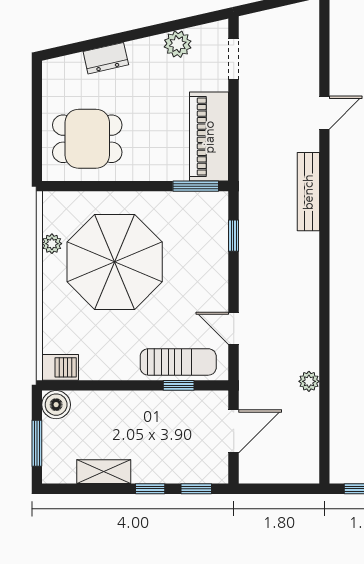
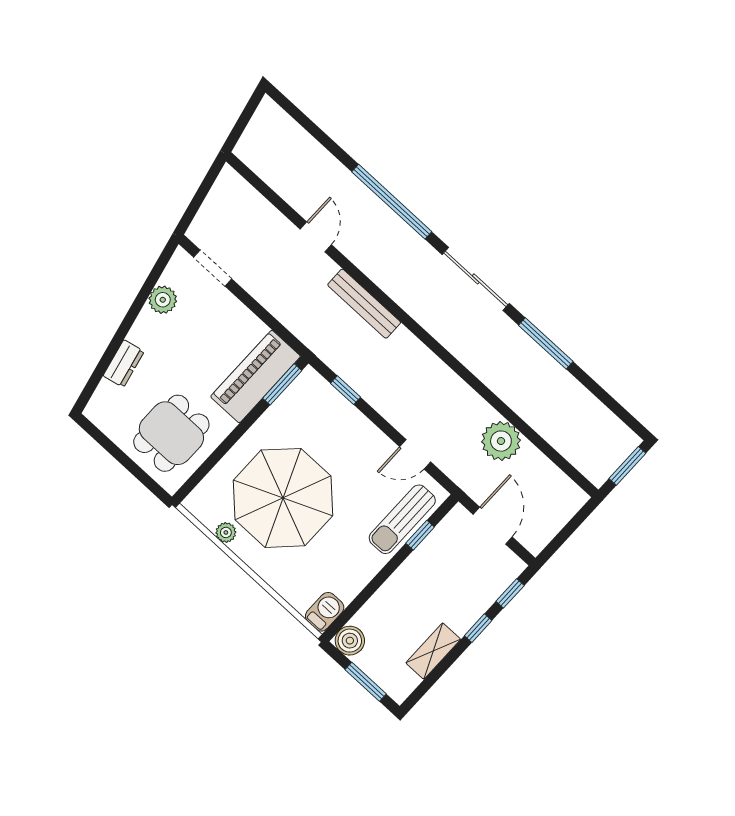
piano: (209, 137) -> (256, 376), moved, turned 90
sun lounger: (178, 362) -> (402, 519), turned 180
plant: (309, 381) -> (501, 441), width x1.88, depth x1.88

